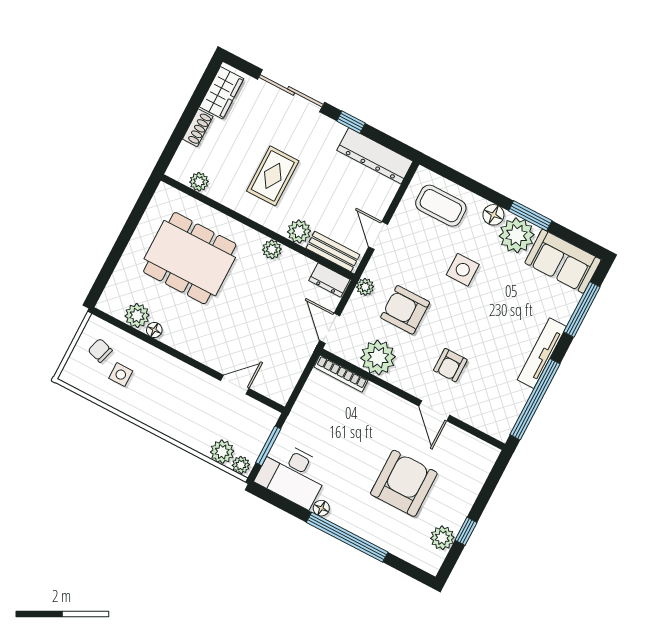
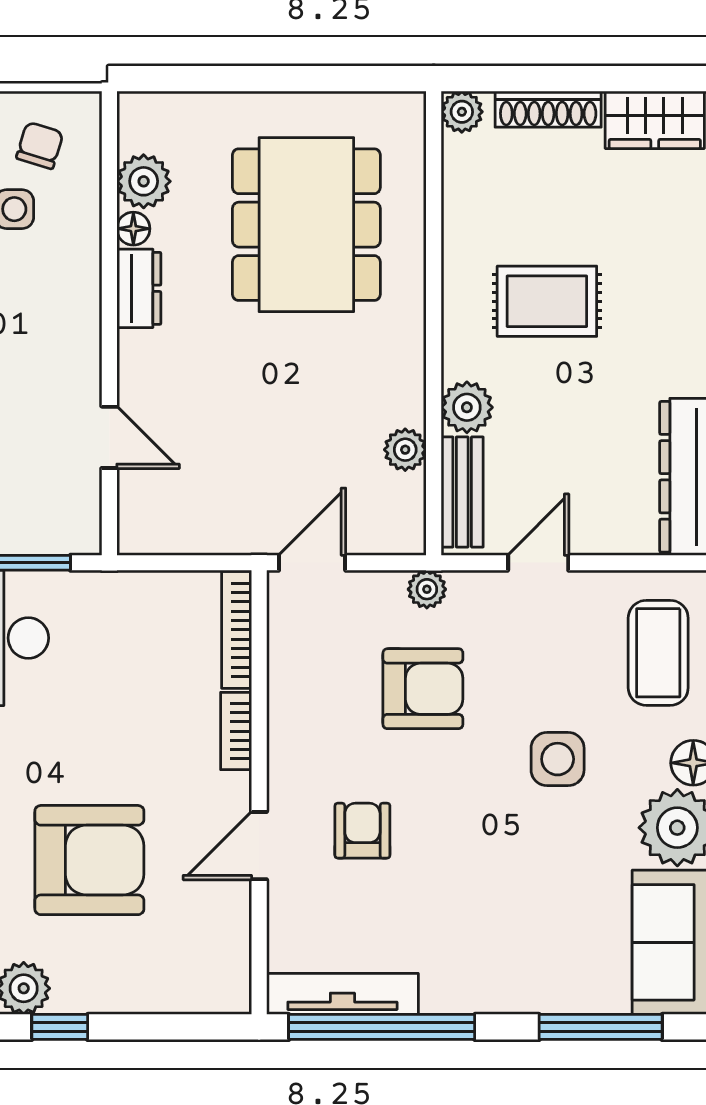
shoe rack: (198, 128) -> (548, 109), width x1.43
plant: (199, 182) -> (462, 112), moved
plant: (272, 249) -> (405, 450), moved
dresser: (329, 280) -> (139, 288), moved, turned 180
armchair: (405, 310) -> (423, 689), turned 90
tv unit: (542, 353) -> (342, 994), moved
plant: (378, 357) -> (305, 685), removed
armchair: (450, 365) -> (362, 831), turned 90
bookcase: (382, 396) -> (236, 731), added

